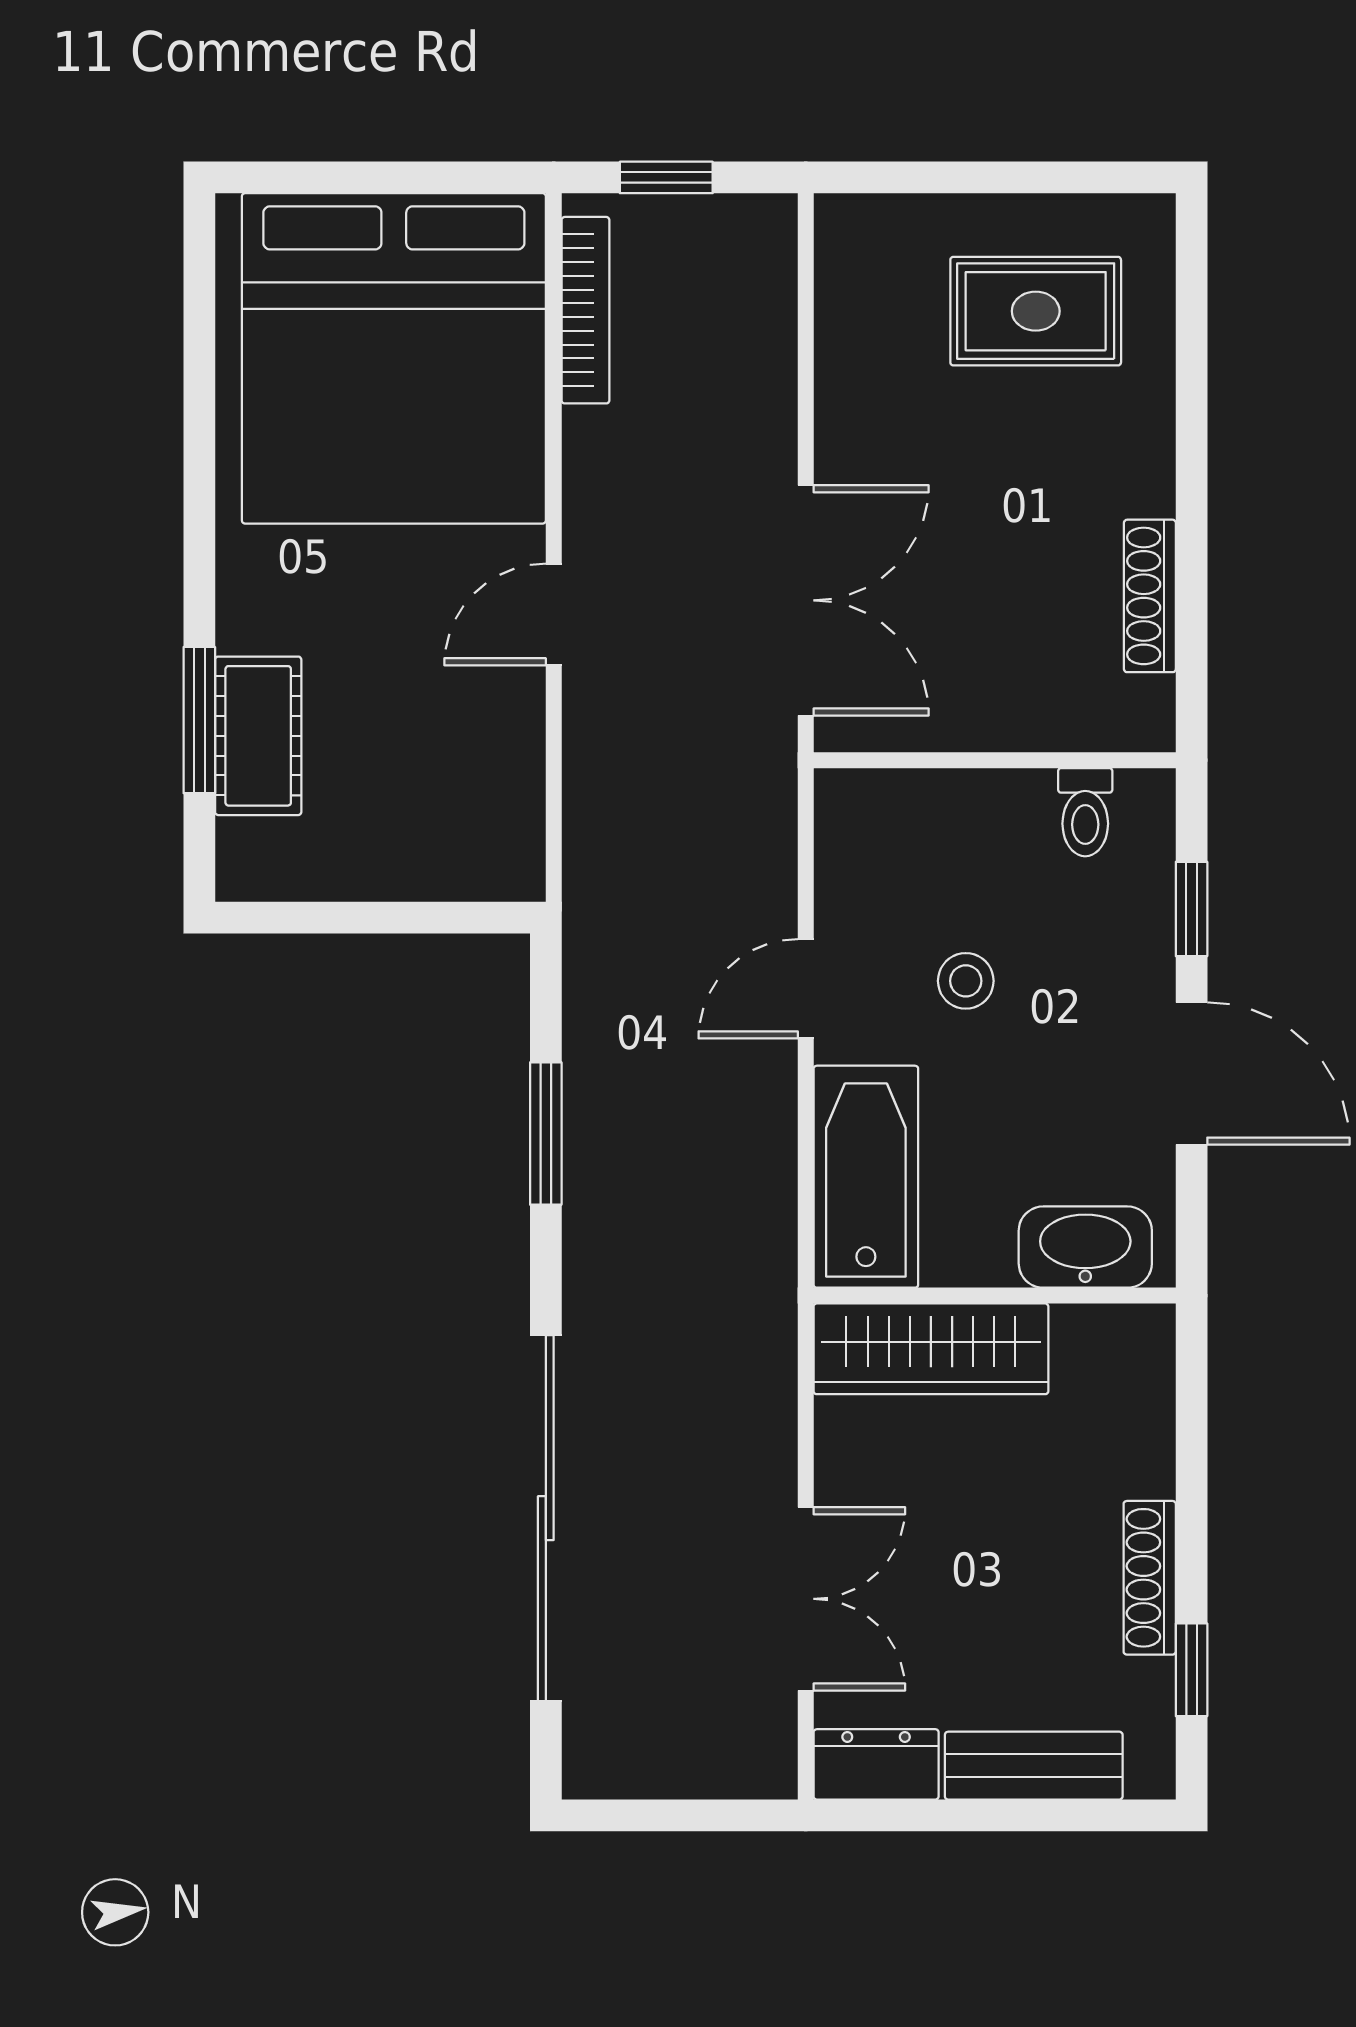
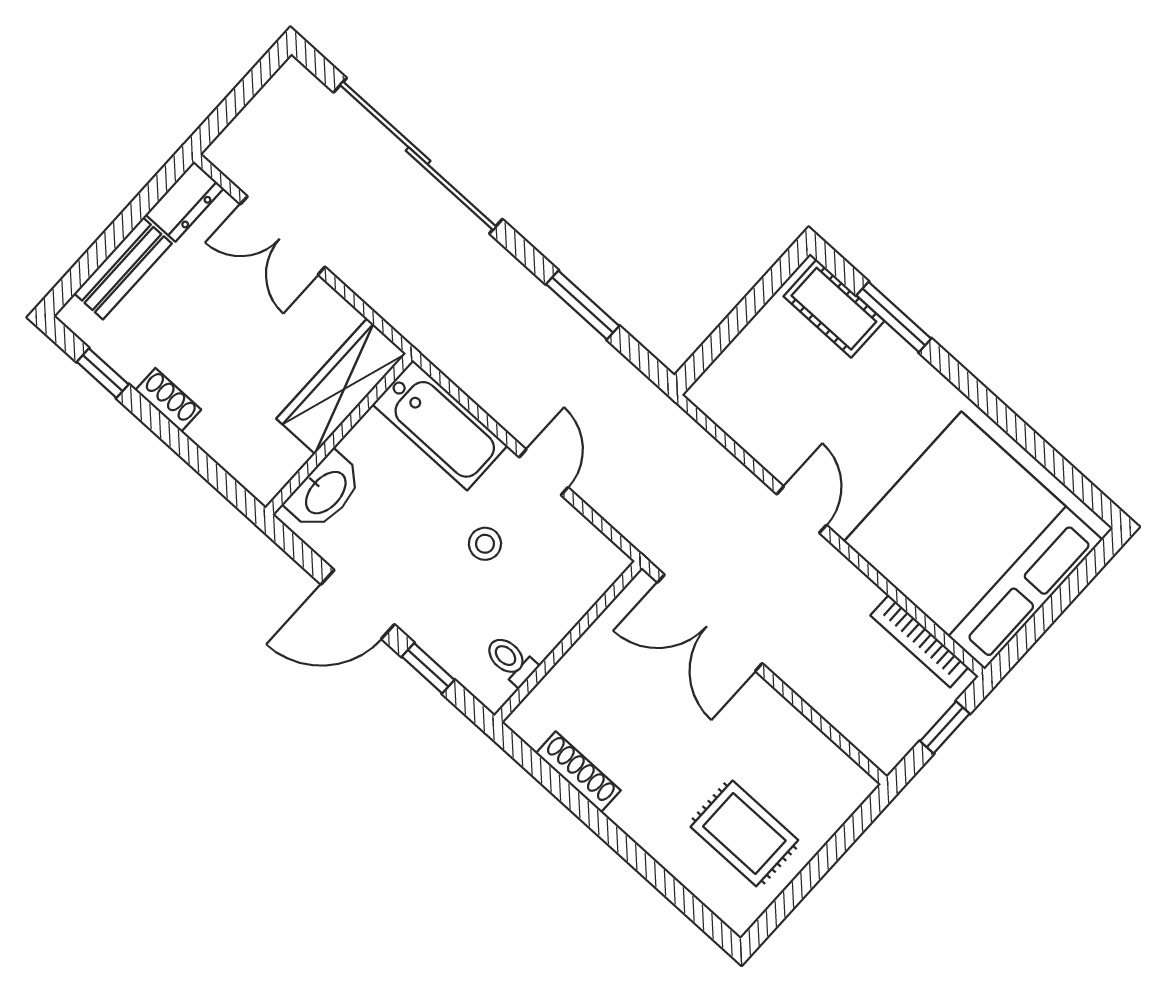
rug: (1036, 311) -> (744, 833), turned 90
cot: (258, 736) -> (834, 309), moved
shoe rack: (1150, 1578) -> (168, 400), width x0.70

